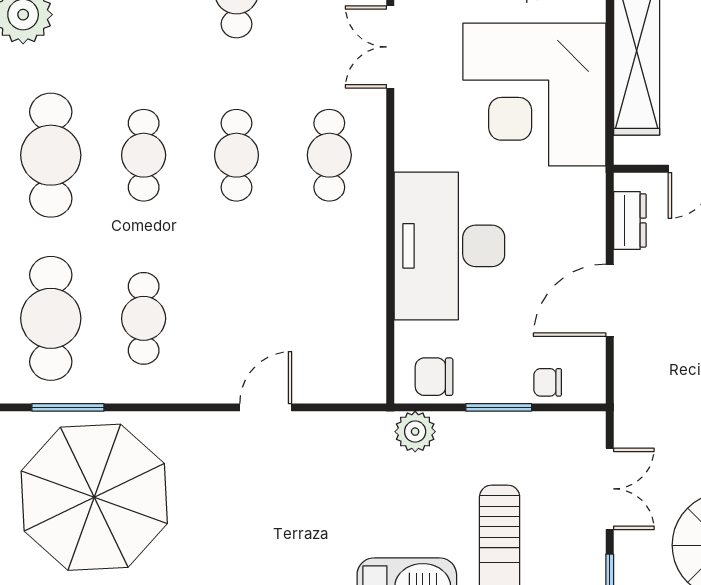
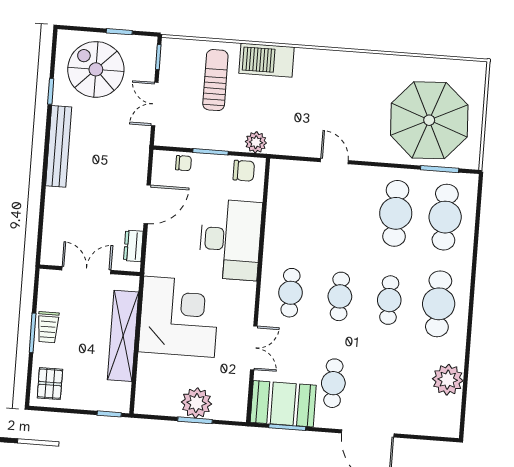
cafe table: (144, 318) -> (396, 213), width x1.37, depth x1.35
door: (266, 407) -> (334, 161), swing flipped

